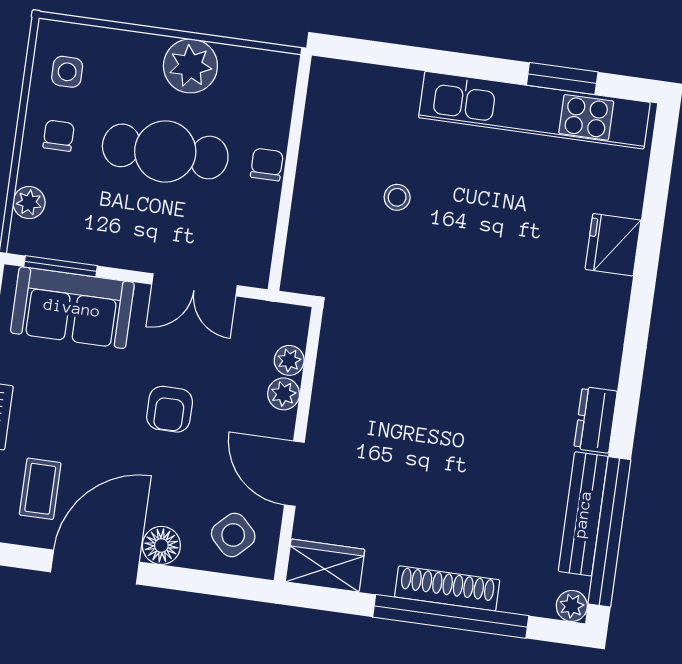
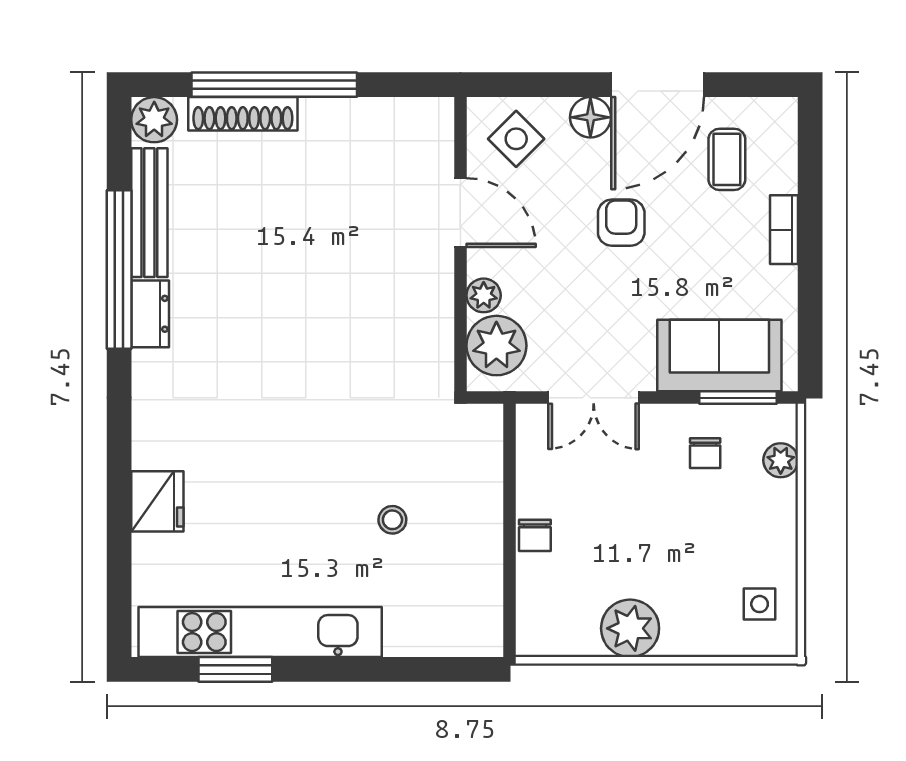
chair: (59, 136) -> (705, 453), moved
cafe table: (165, 151) -> (644, 534), removed
double door: (195, 285) -> (594, 398), swing flipped
plant: (289, 360) -> (496, 346), width x1.88, depth x1.88
armchair: (170, 409) -> (621, 223), moved
window: (609, 532) -> (119, 270), moved
wardrobe: (325, 566) -> (415, 120), removed
shoe rack: (447, 588) -> (243, 114), moved
plant: (572, 606) -> (154, 120), width x1.38, depth x1.38

